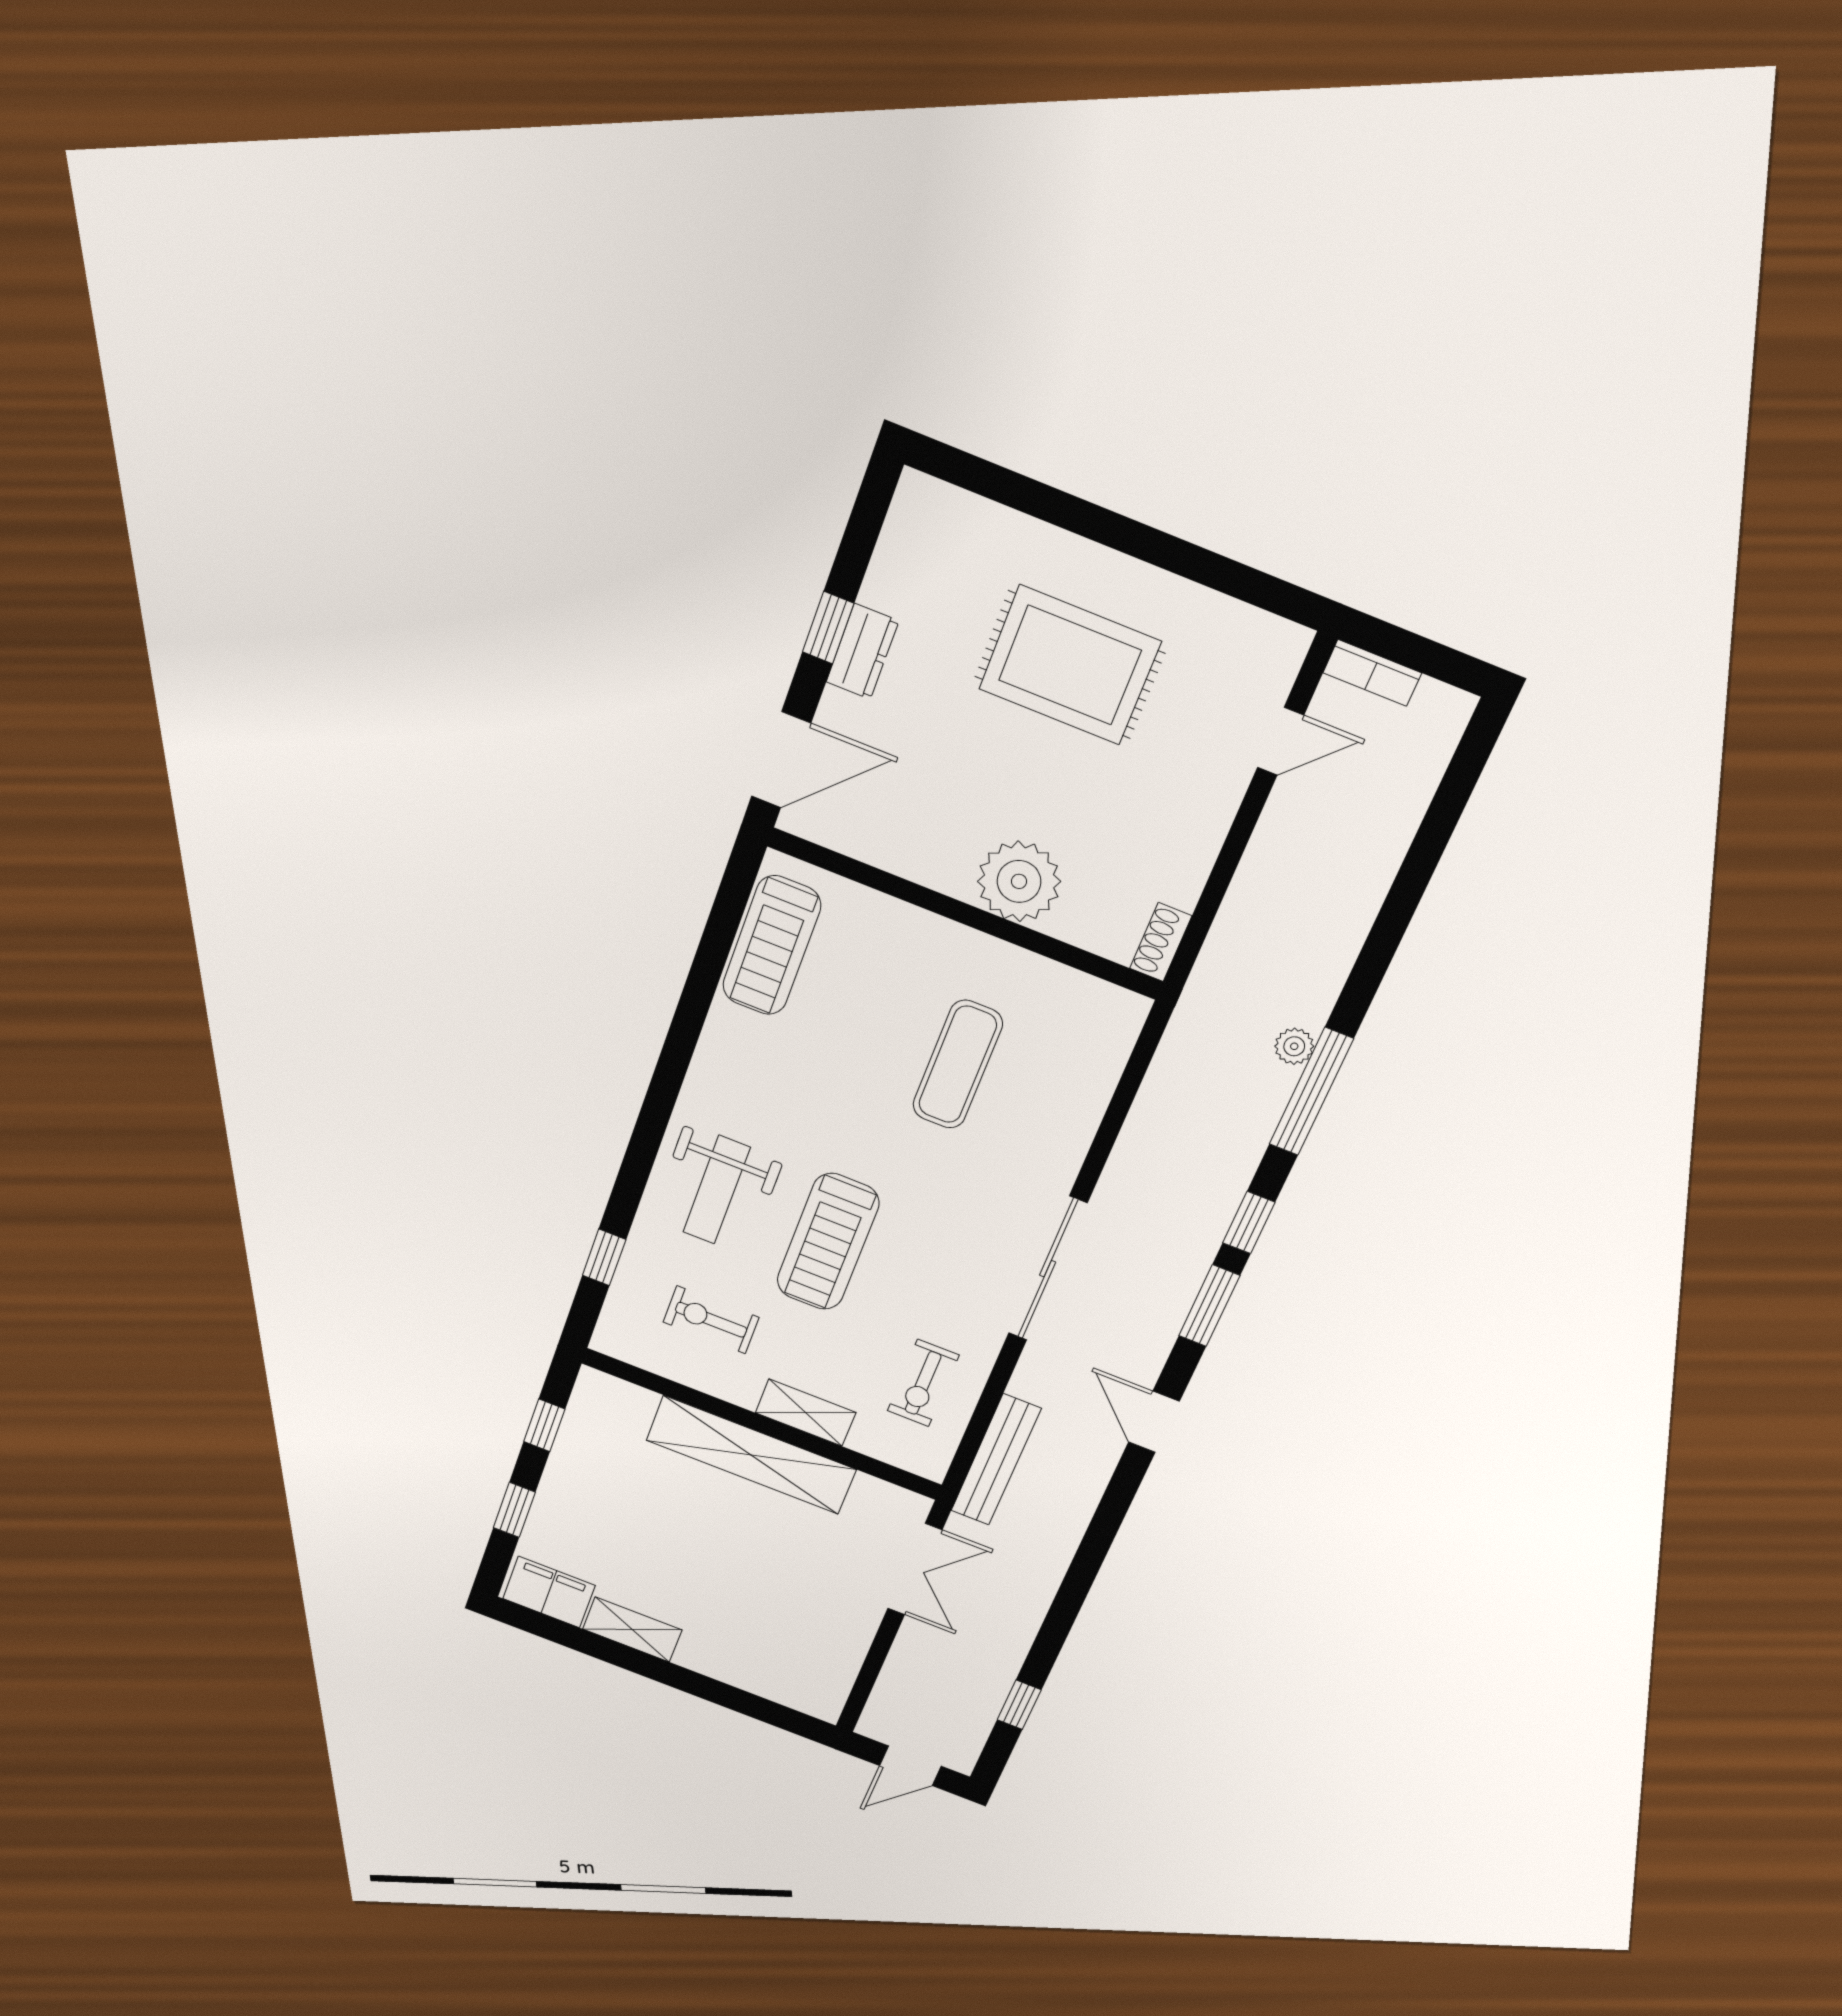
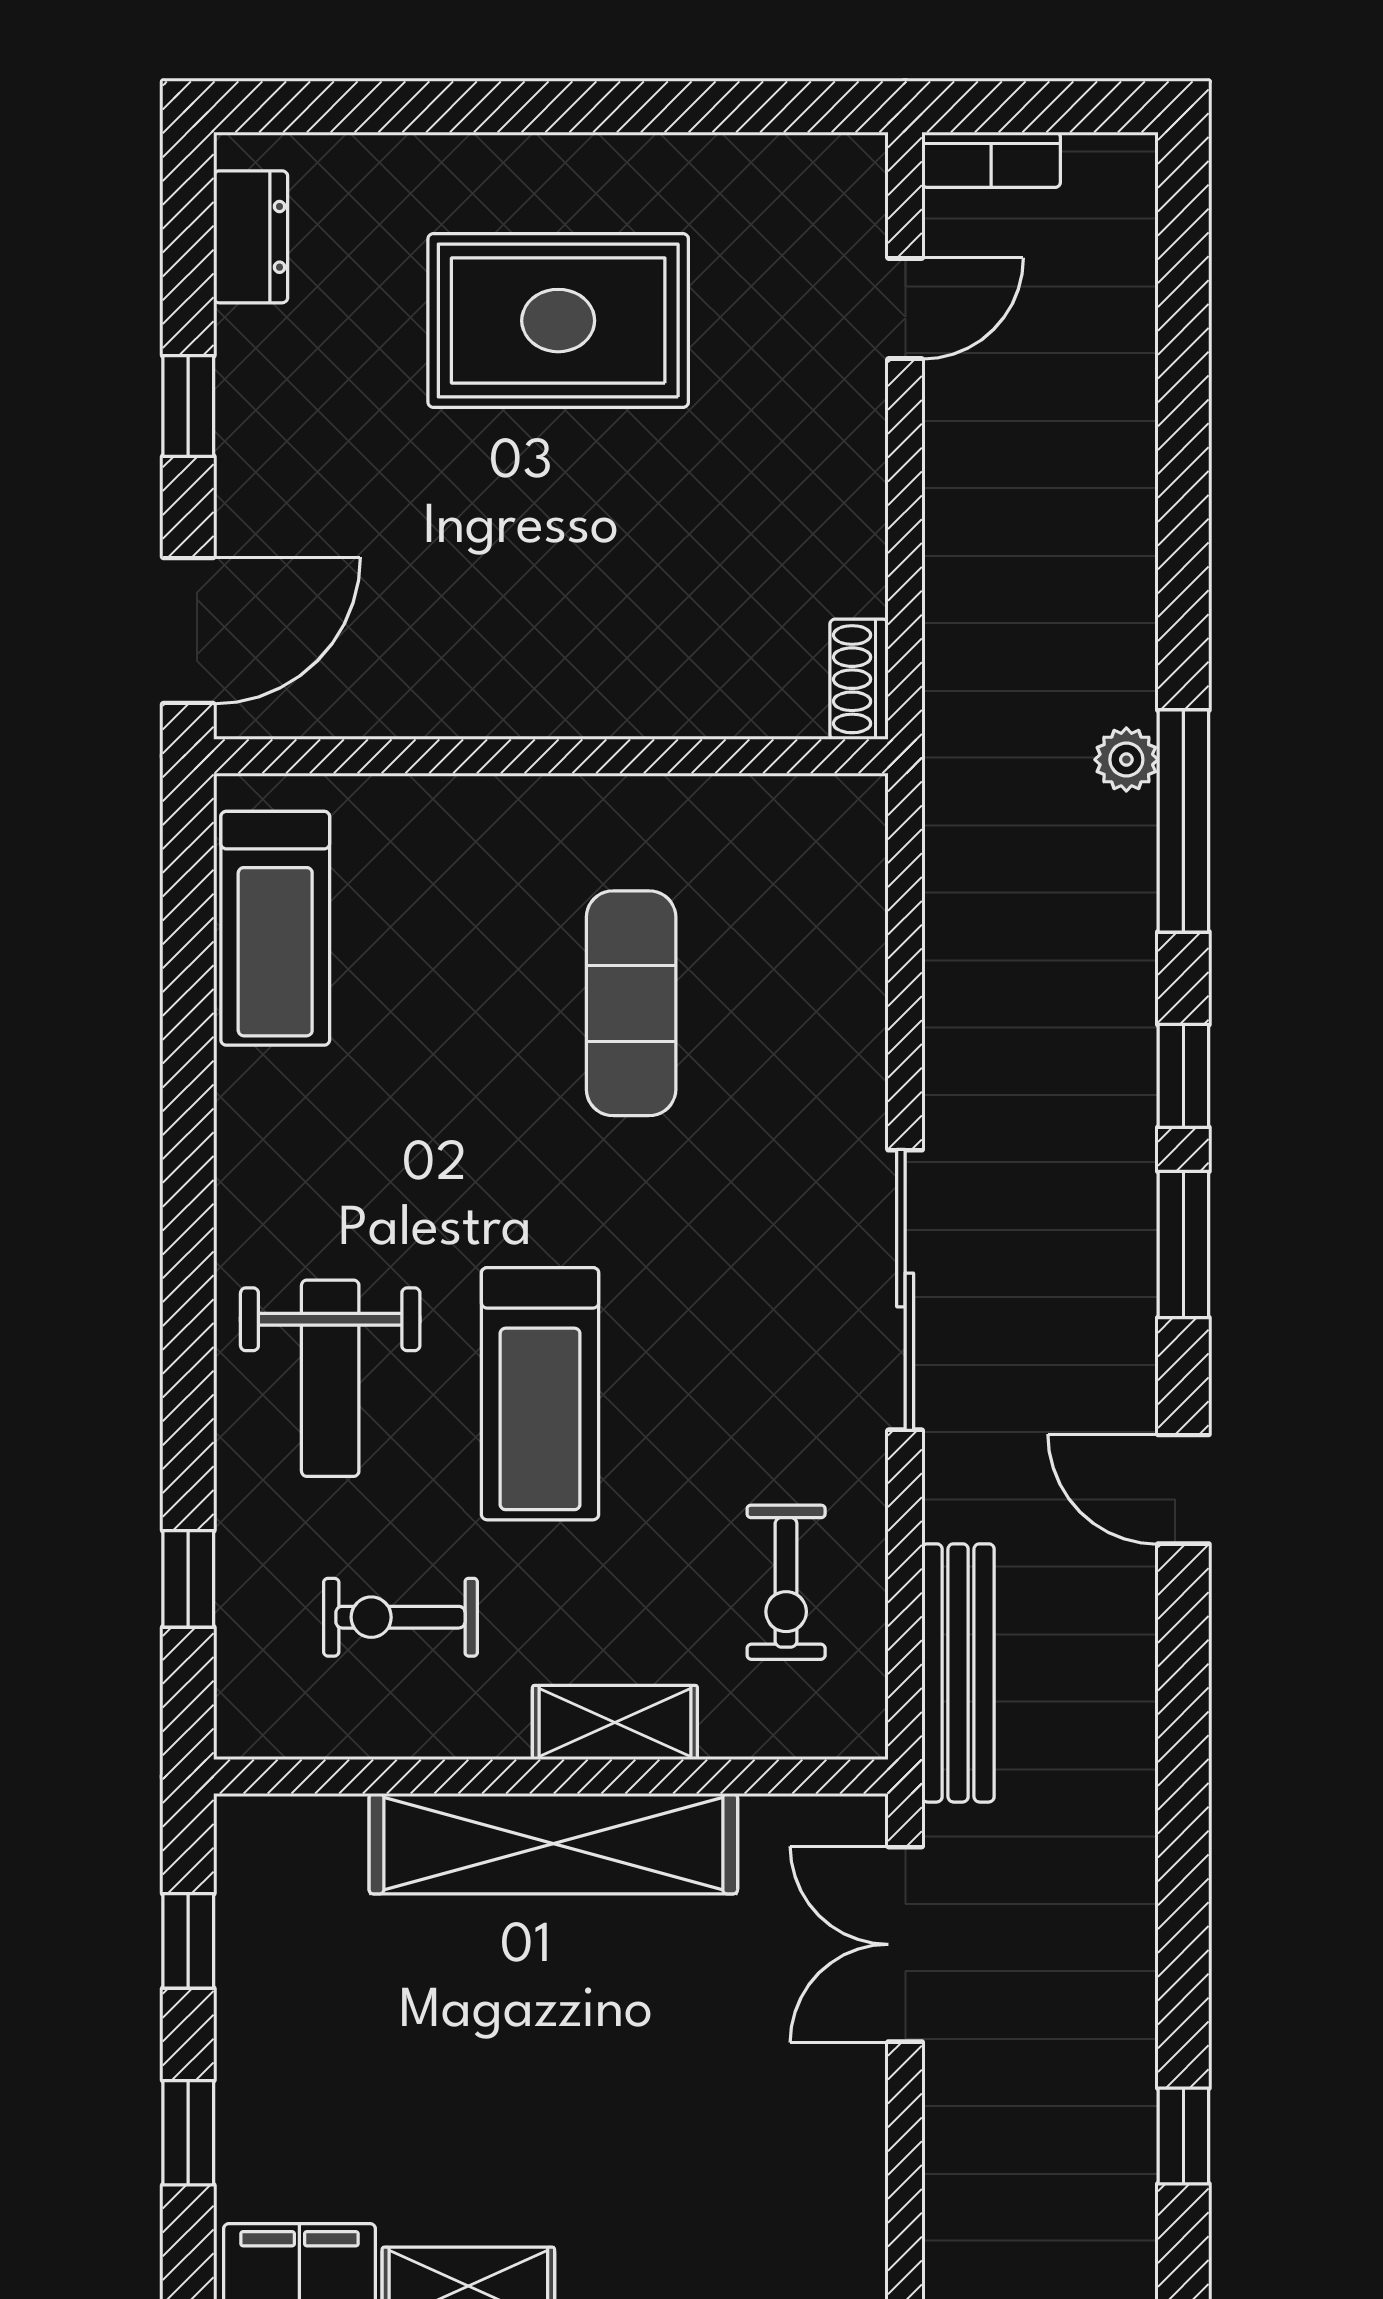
dresser: (862, 651) -> (251, 237), moved
plant: (1019, 881) -> (611, 672), removed
double door: (915, 1569) -> (905, 1944), swing flipped

